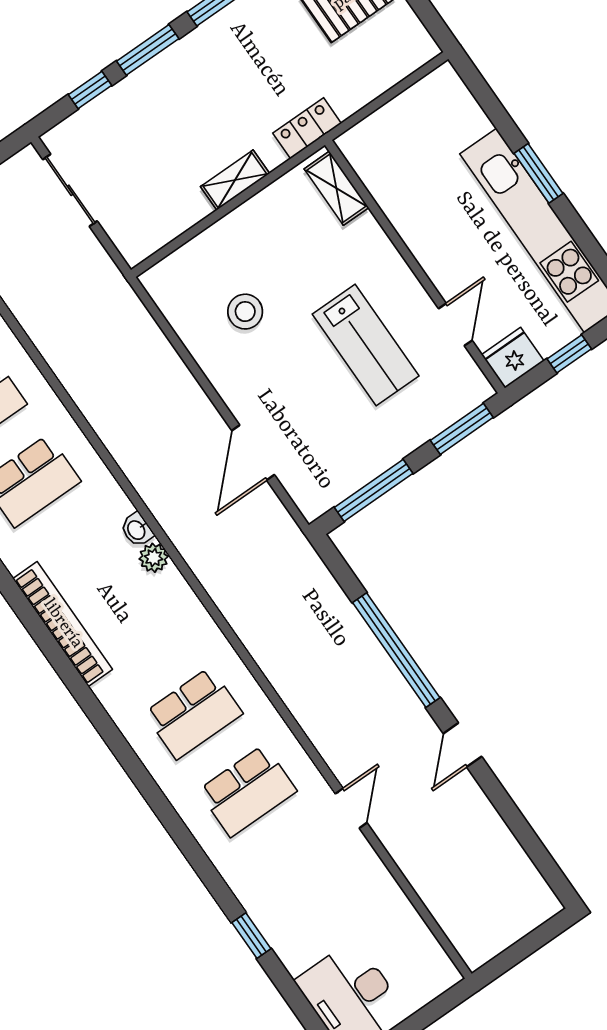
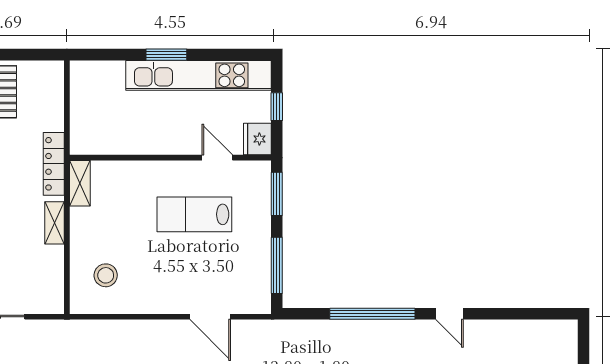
locker: (307, 128) -> (54, 164), width x1.53
shelving: (336, 188) -> (80, 183), moved, turned 90
stool: (245, 312) -> (106, 275), moved
lab bench: (366, 345) -> (194, 214), turned 180

